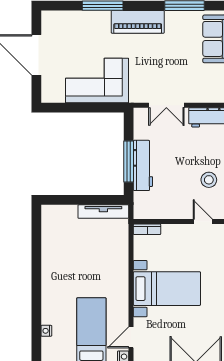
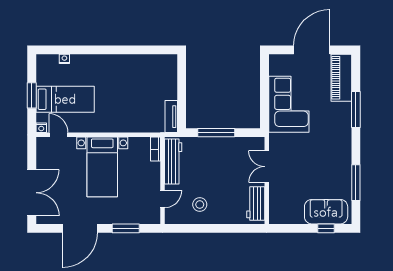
piano: (138, 22) -> (341, 78), moved
workbench: (143, 165) -> (173, 162), moved, turned -90
tv unit: (103, 212) -> (171, 117), width x0.71

